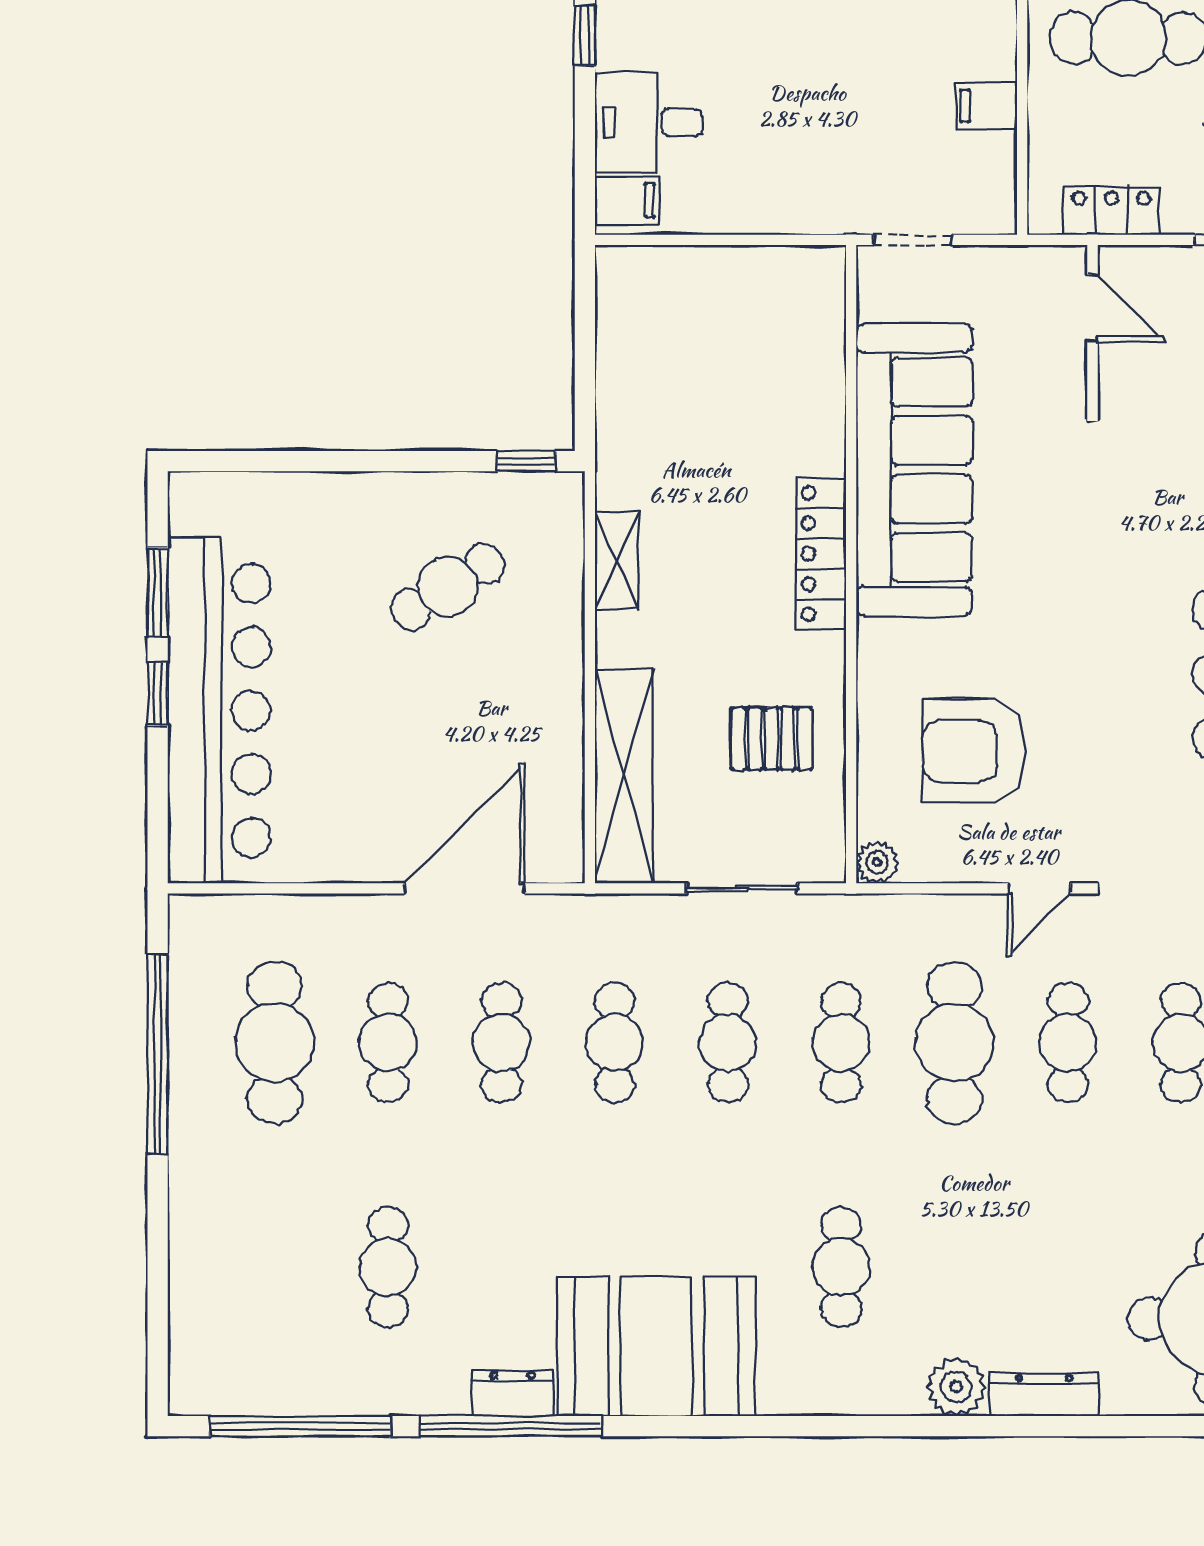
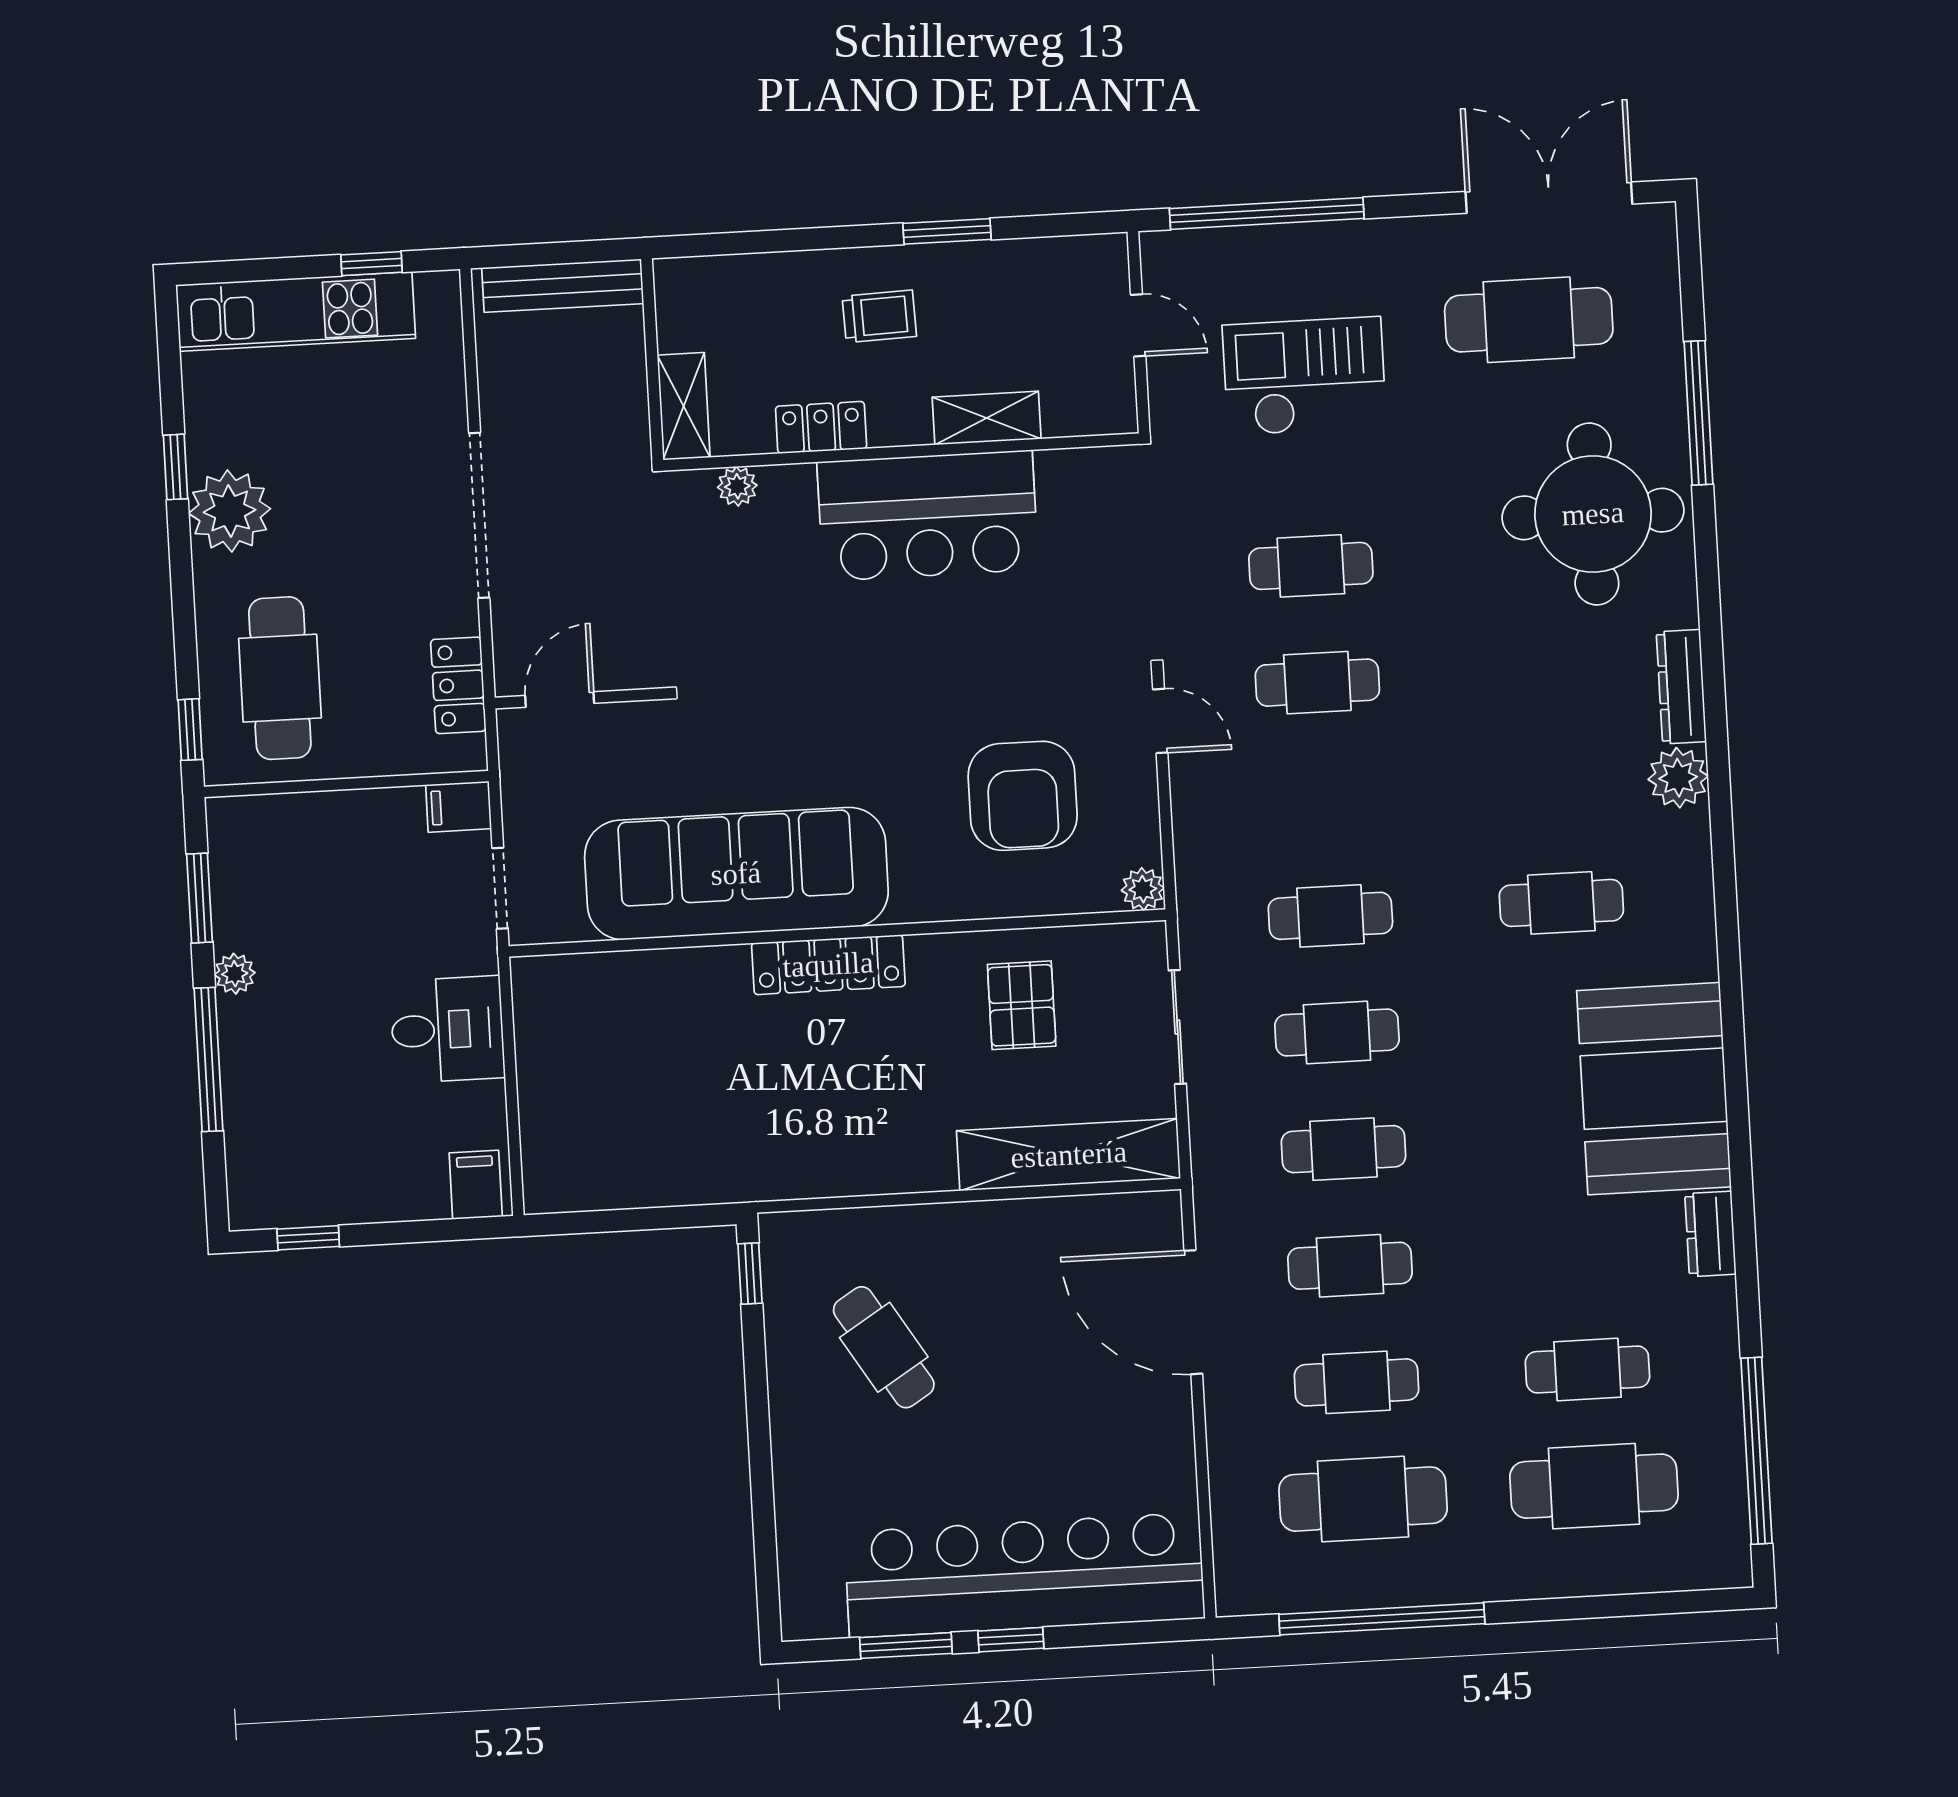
filing cabinet: (986, 106) -> (459, 807), moved, turned 90
desk: (648, 122) -> (447, 1029), moved, turned -90
shelving: (617, 561) -> (847, 1174), removed
cafe table: (954, 1043) -> (1594, 1486), moved
window: (510, 1426) -> (1744, 1234), removed

